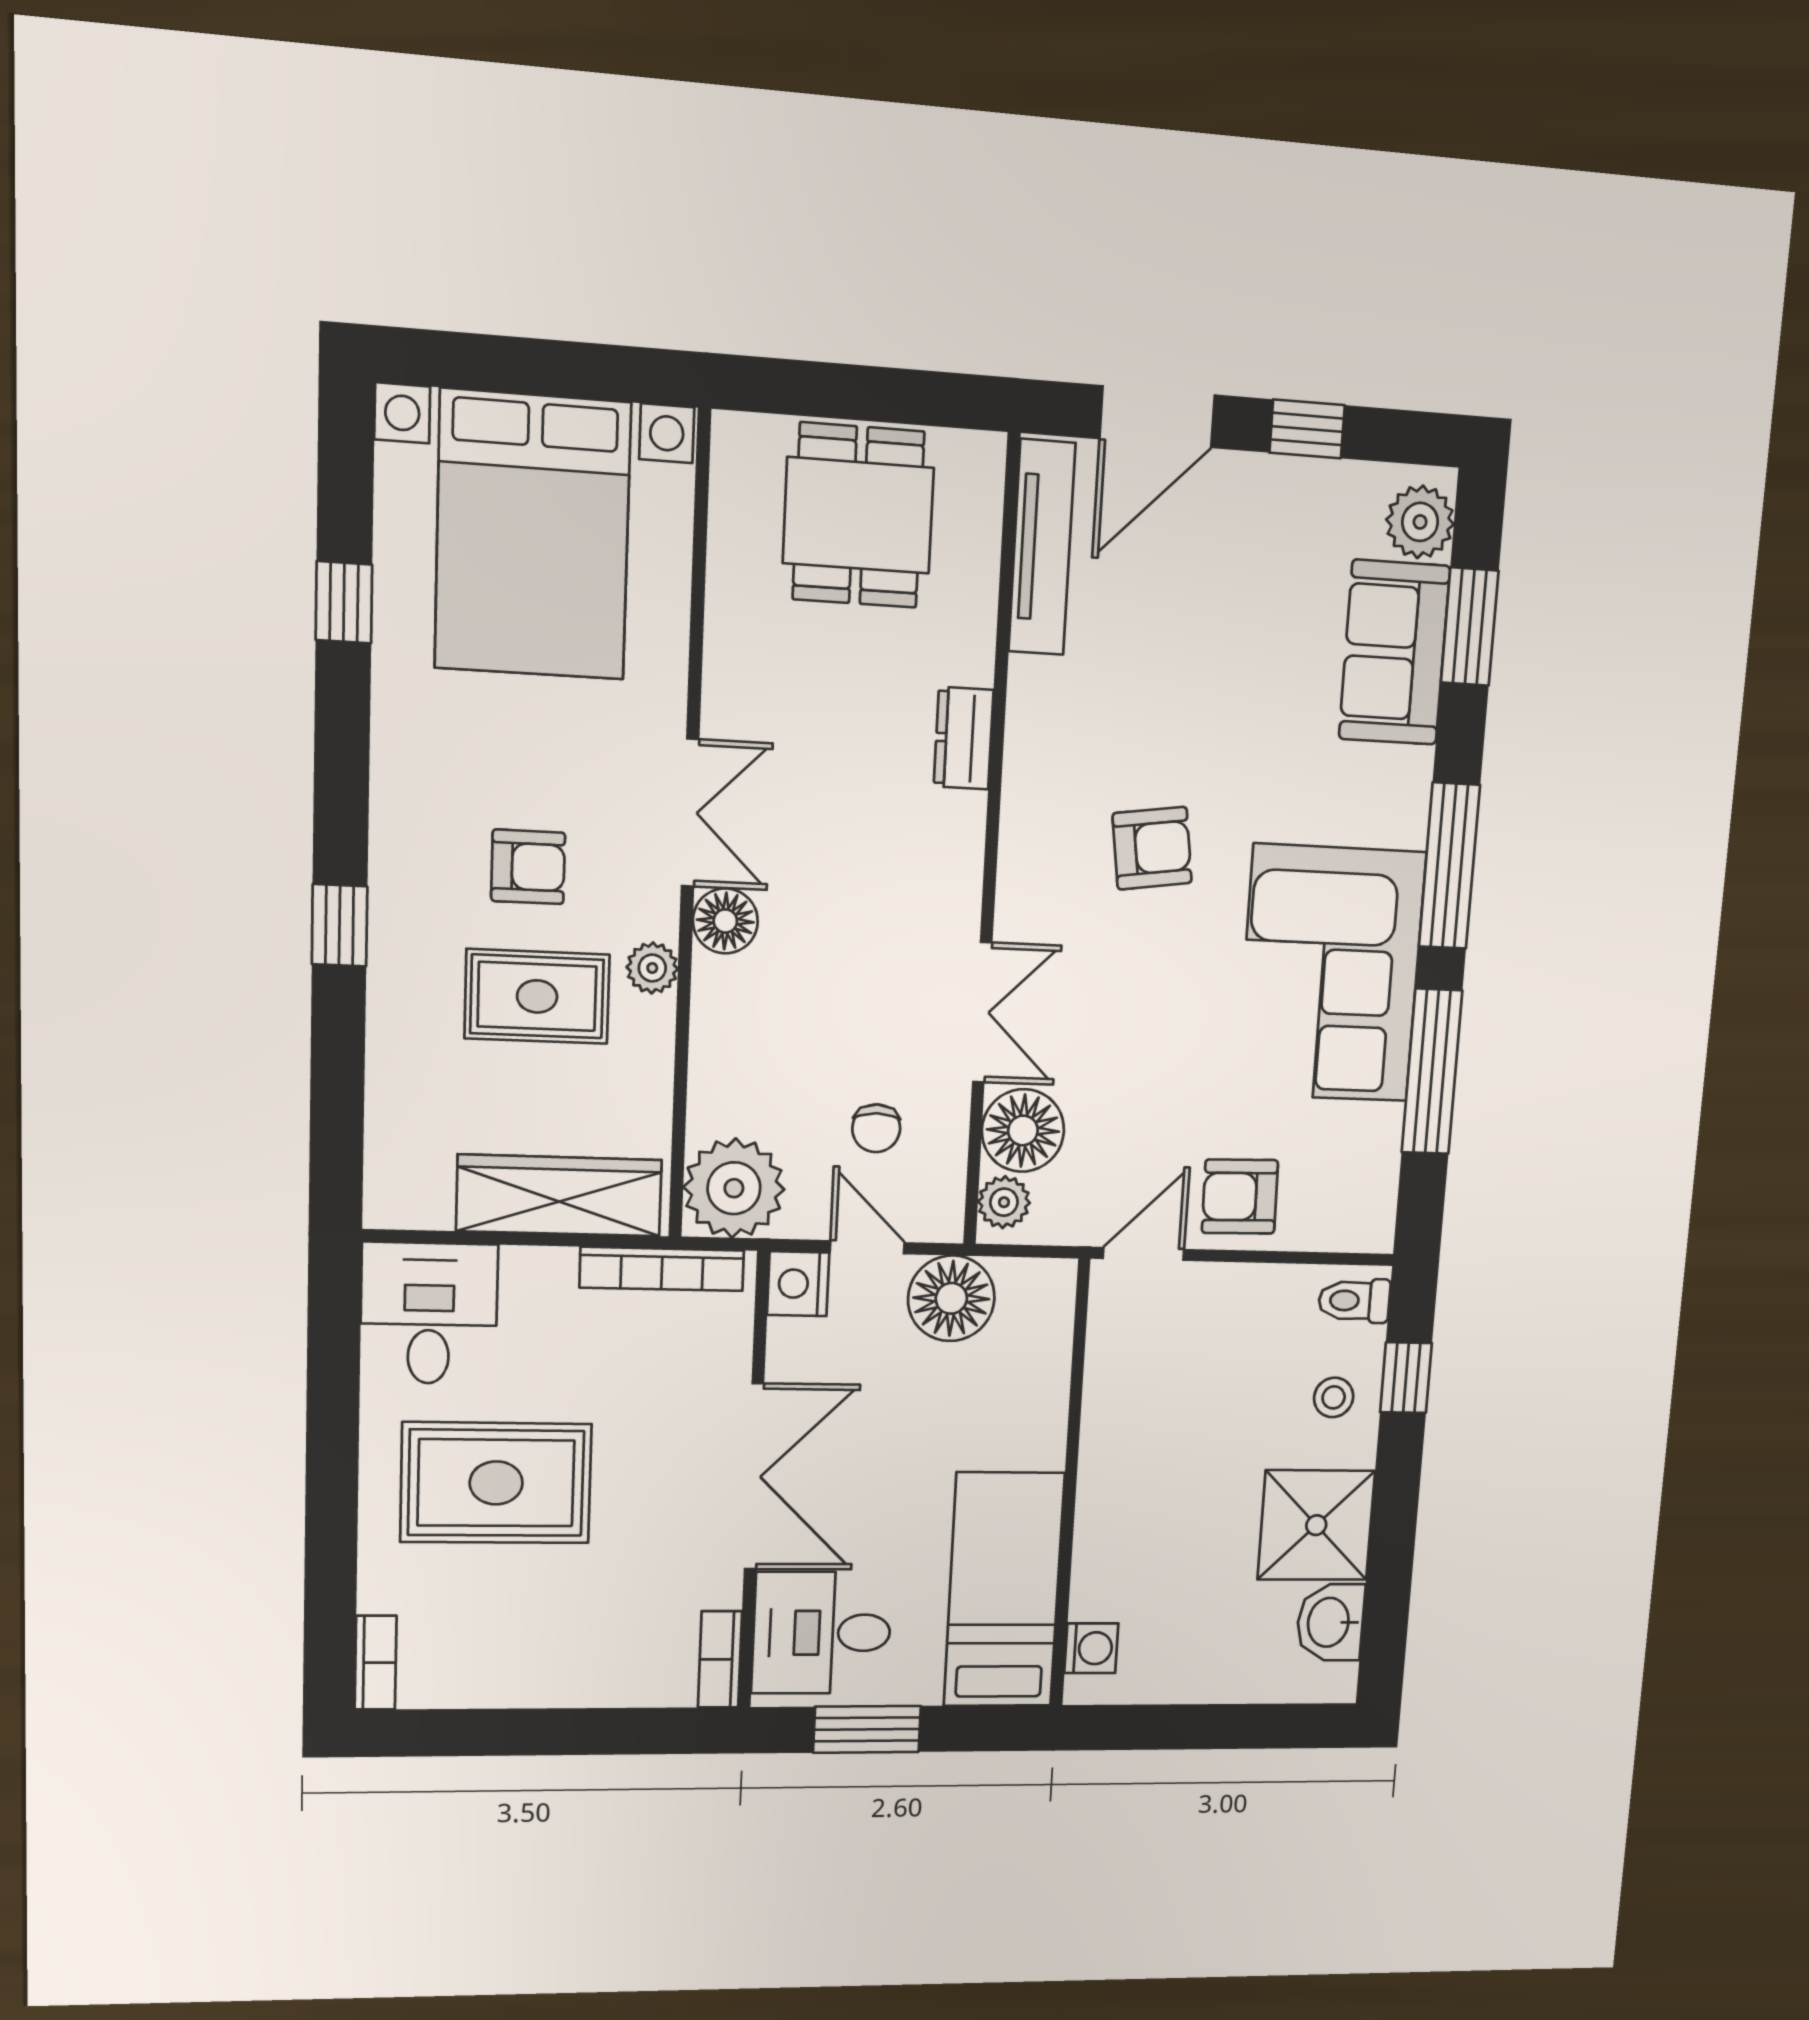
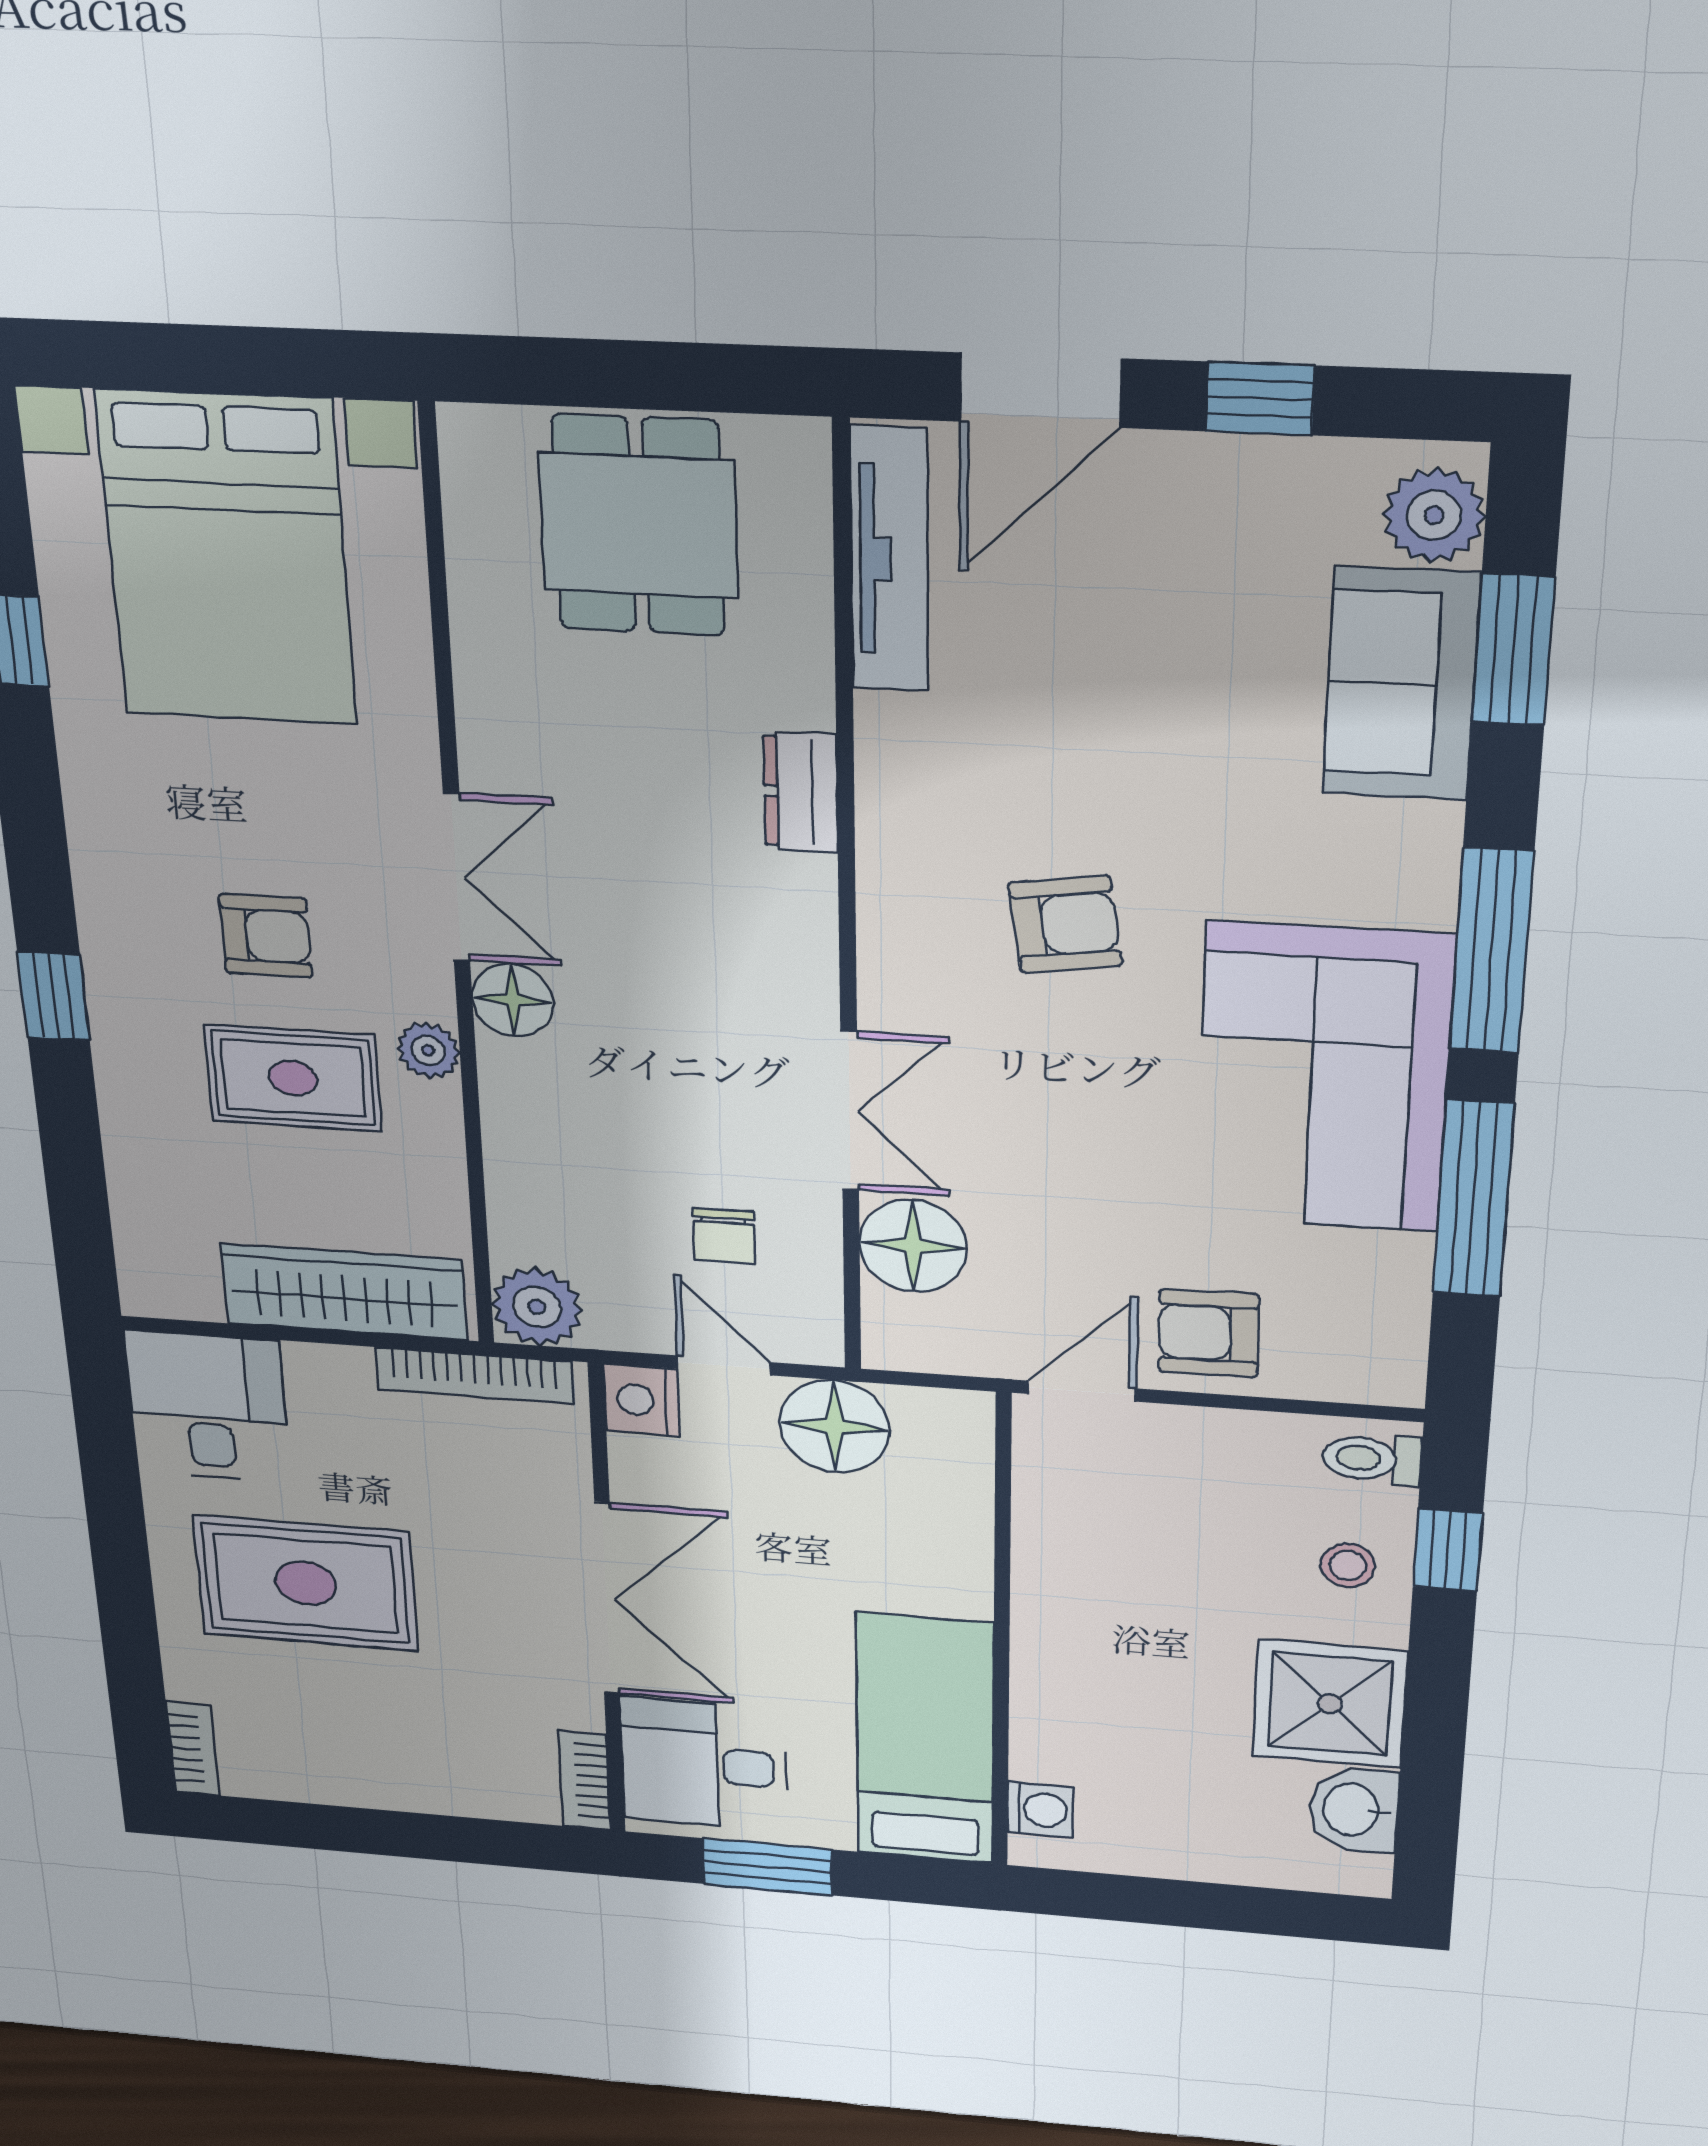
plant: (734, 1188) -> (537, 1307), width x0.73, depth x0.73
plant: (1004, 1202) -> (894, 1325), removed

